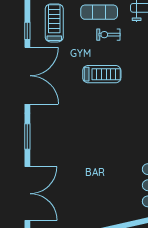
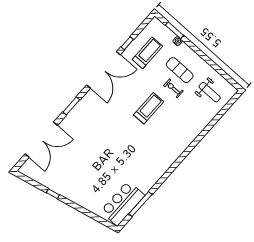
treadmill: (102, 74) -> (149, 108), turned -90

